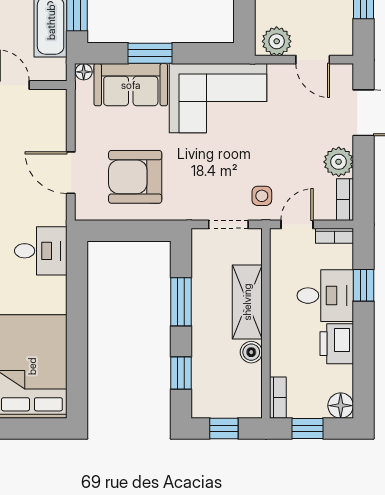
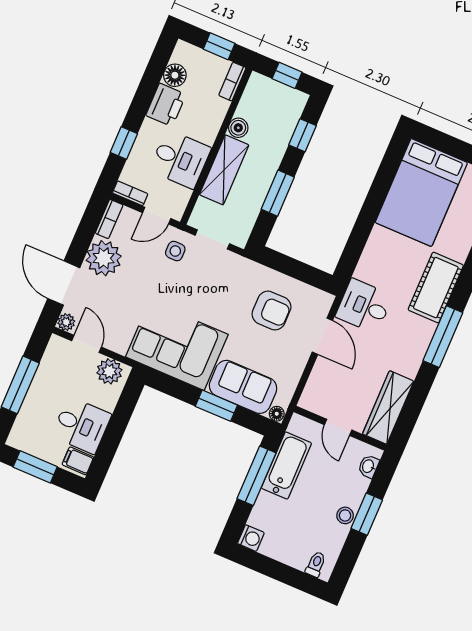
plant: (344, 73) -> (66, 322), added
plant: (339, 162) -> (104, 258), width x1.36, depth x1.36
armchair: (135, 177) -> (271, 311), width x0.73, depth x0.73
desk: (41, 251) -> (364, 306), moved
desk: (325, 296) -> (180, 159), moved, turned 180
floor lamp: (341, 406) -> (175, 75), moved

